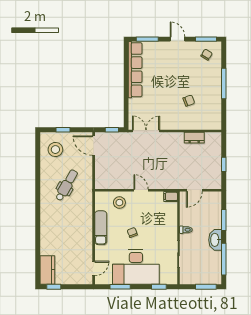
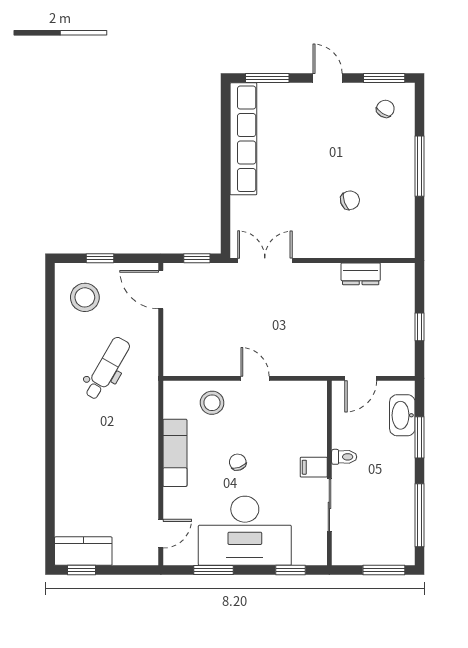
filing cabinet: (171, 196) -> (314, 467), moved
washbasin: (215, 240) -> (402, 415), moved
kitchen counter: (47, 270) -> (83, 551), moved, turned -90

